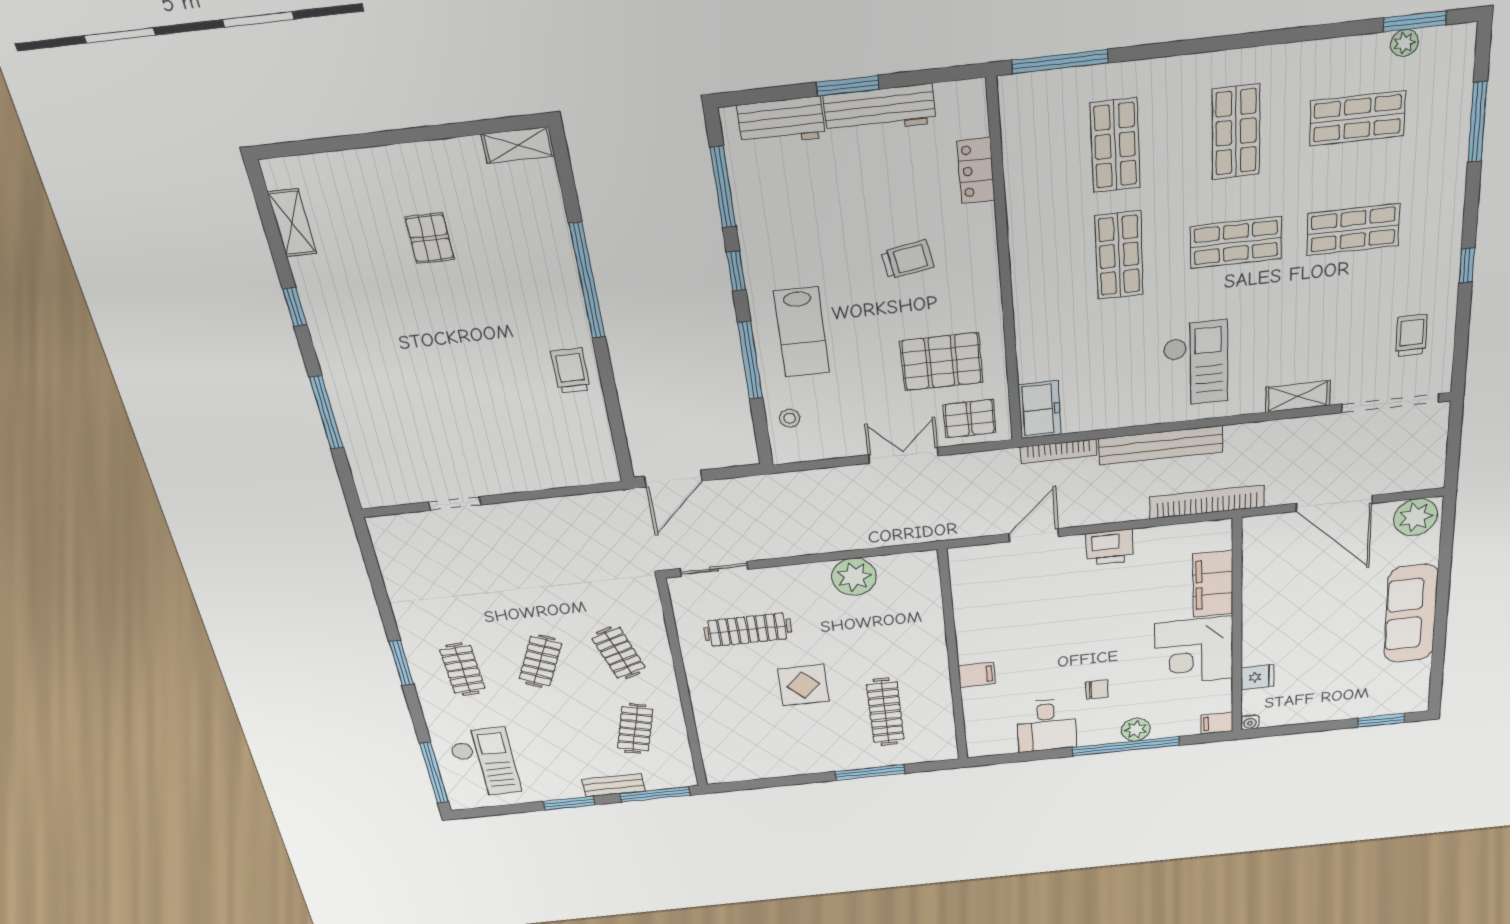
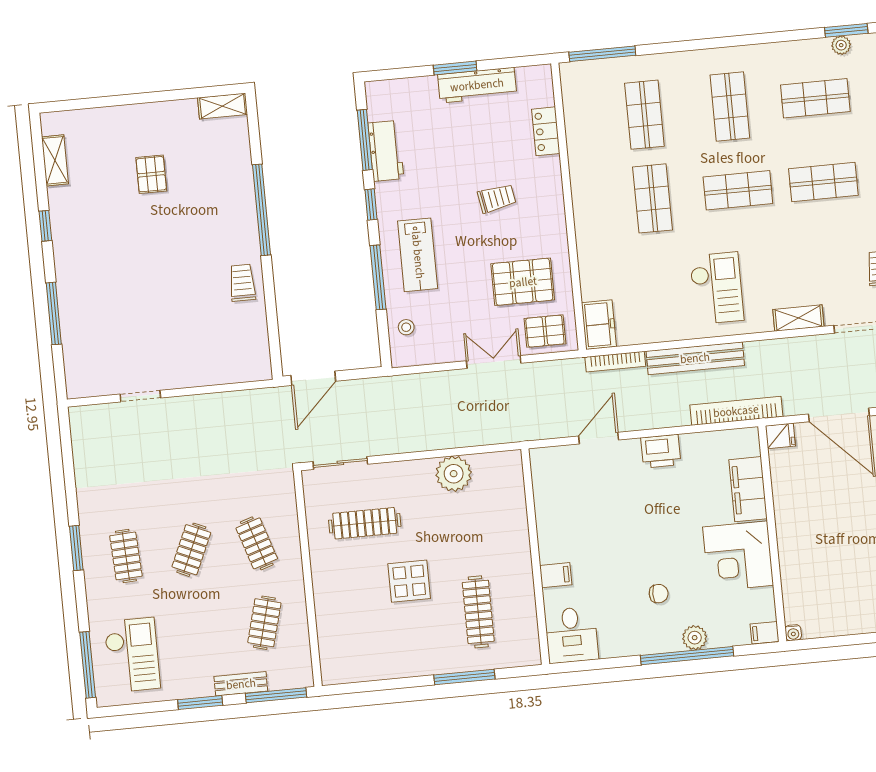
workbench: (781, 121) -> (386, 151), moved, turned -90
fridge: (1257, 677) -> (780, 436), moved
desk: (1046, 725) -> (571, 635), moved

